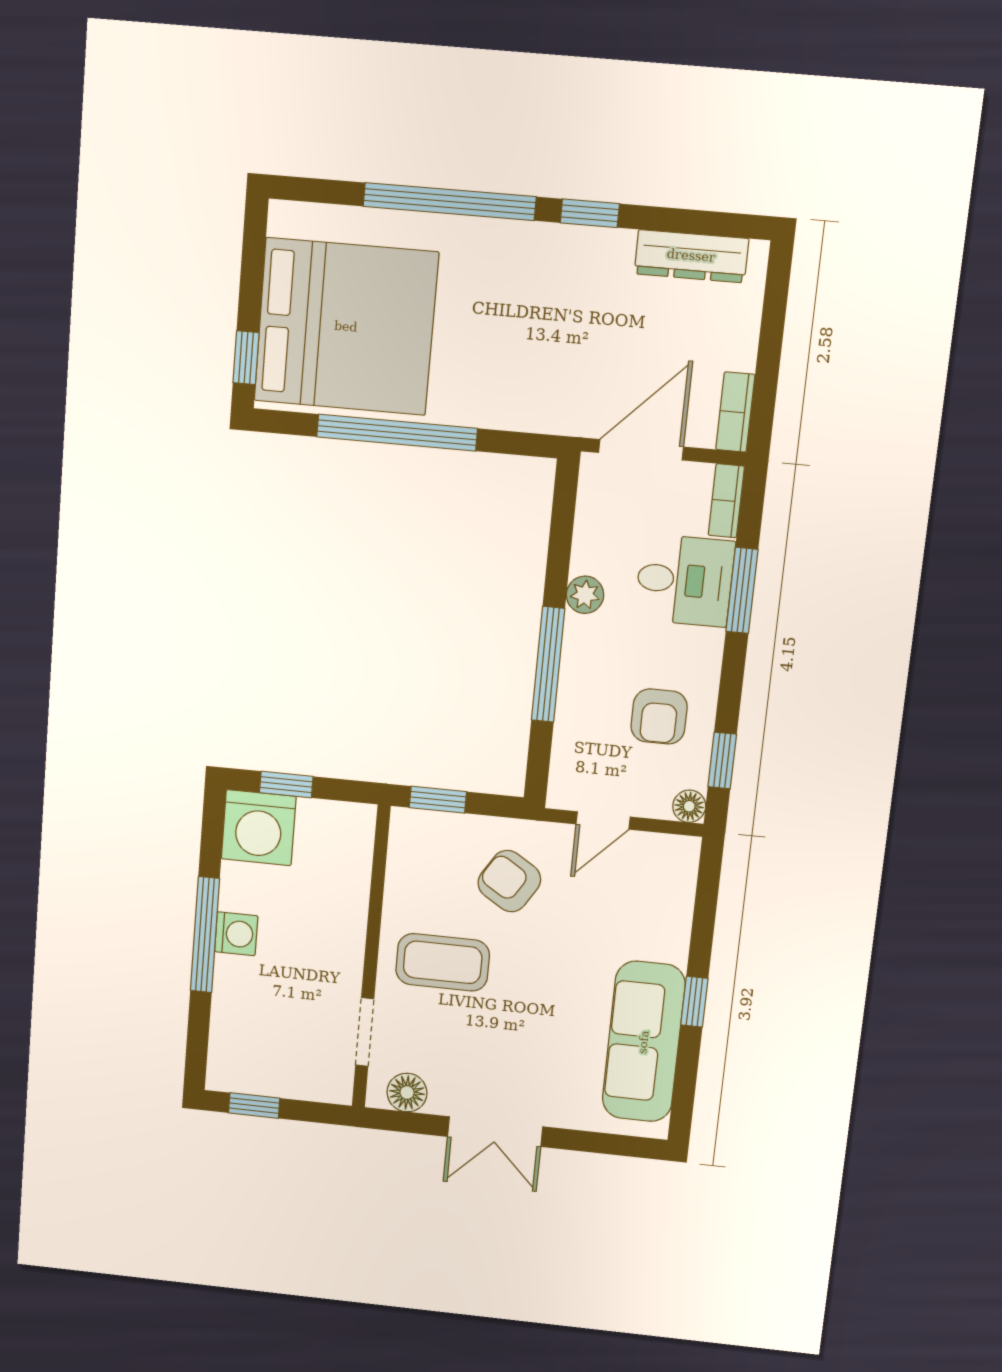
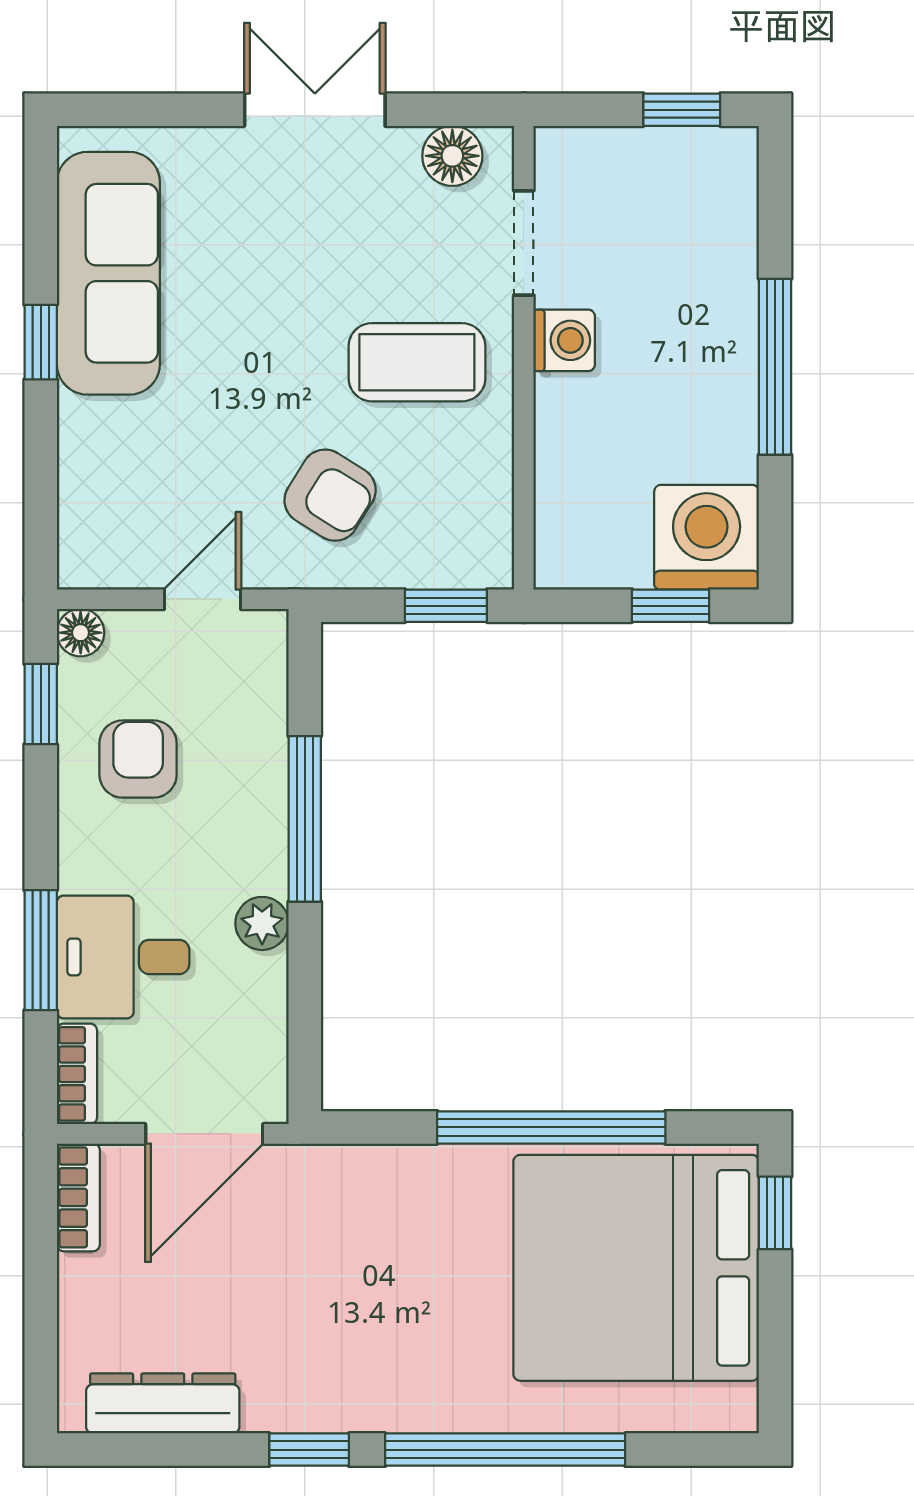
washing machine: (236, 934) -> (564, 340), moved, turned 180

